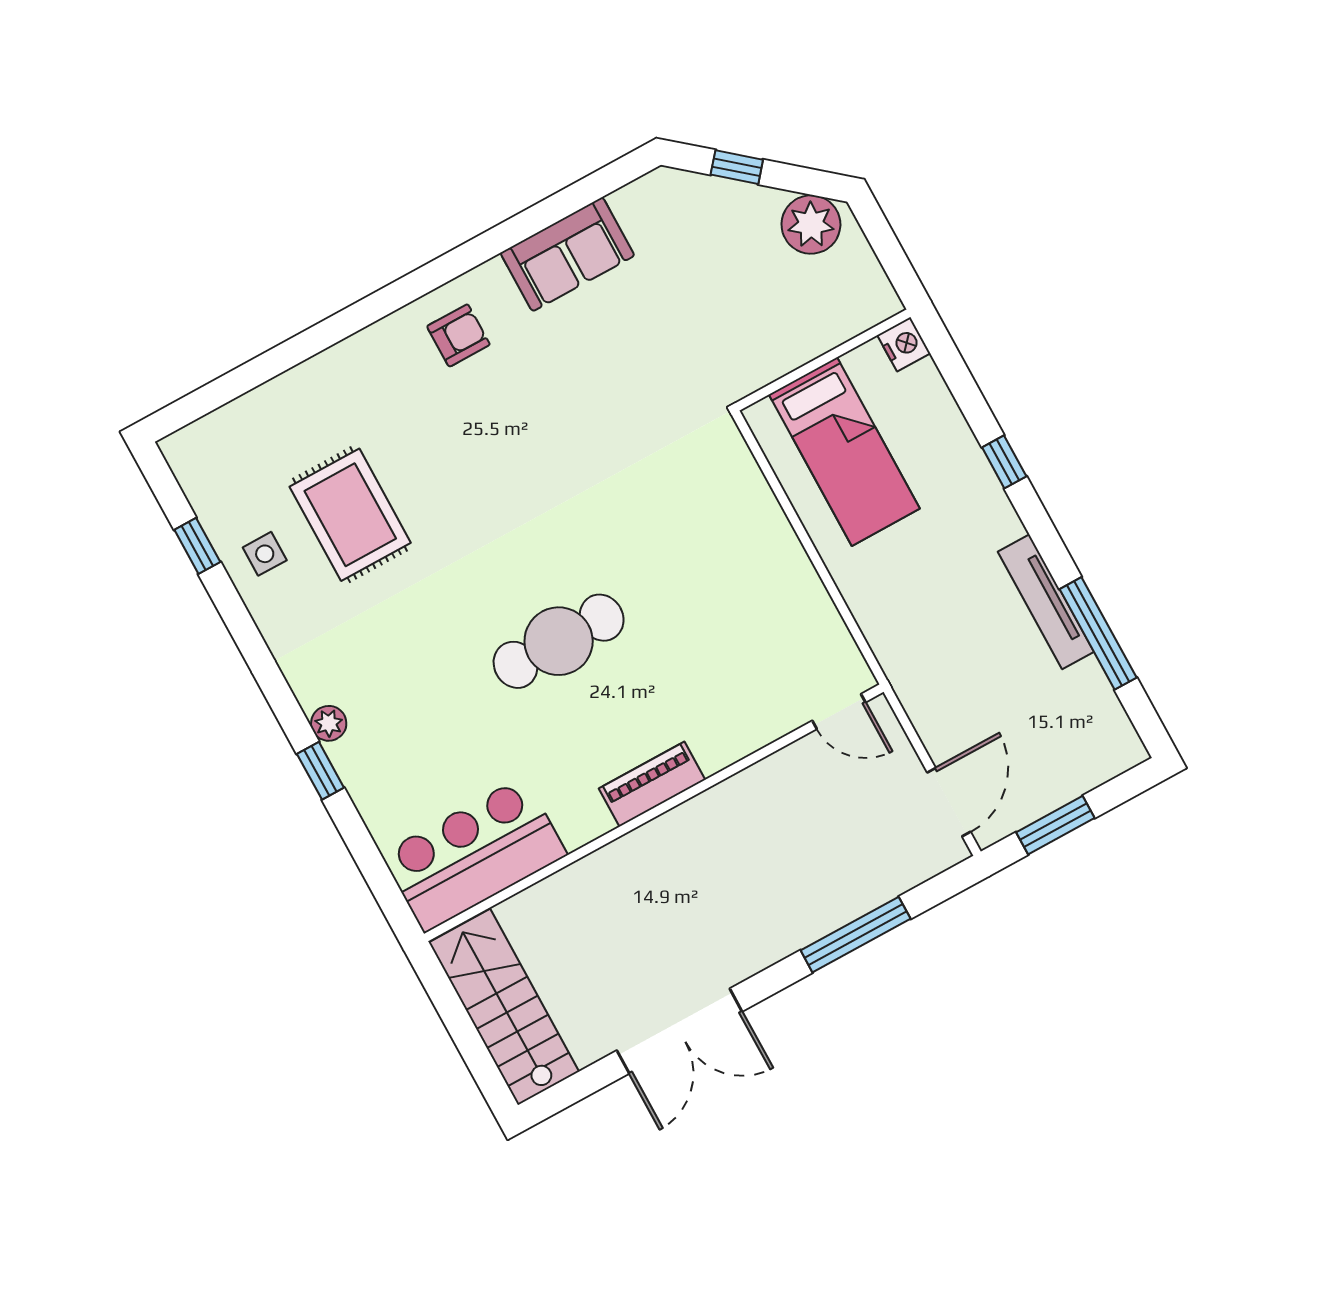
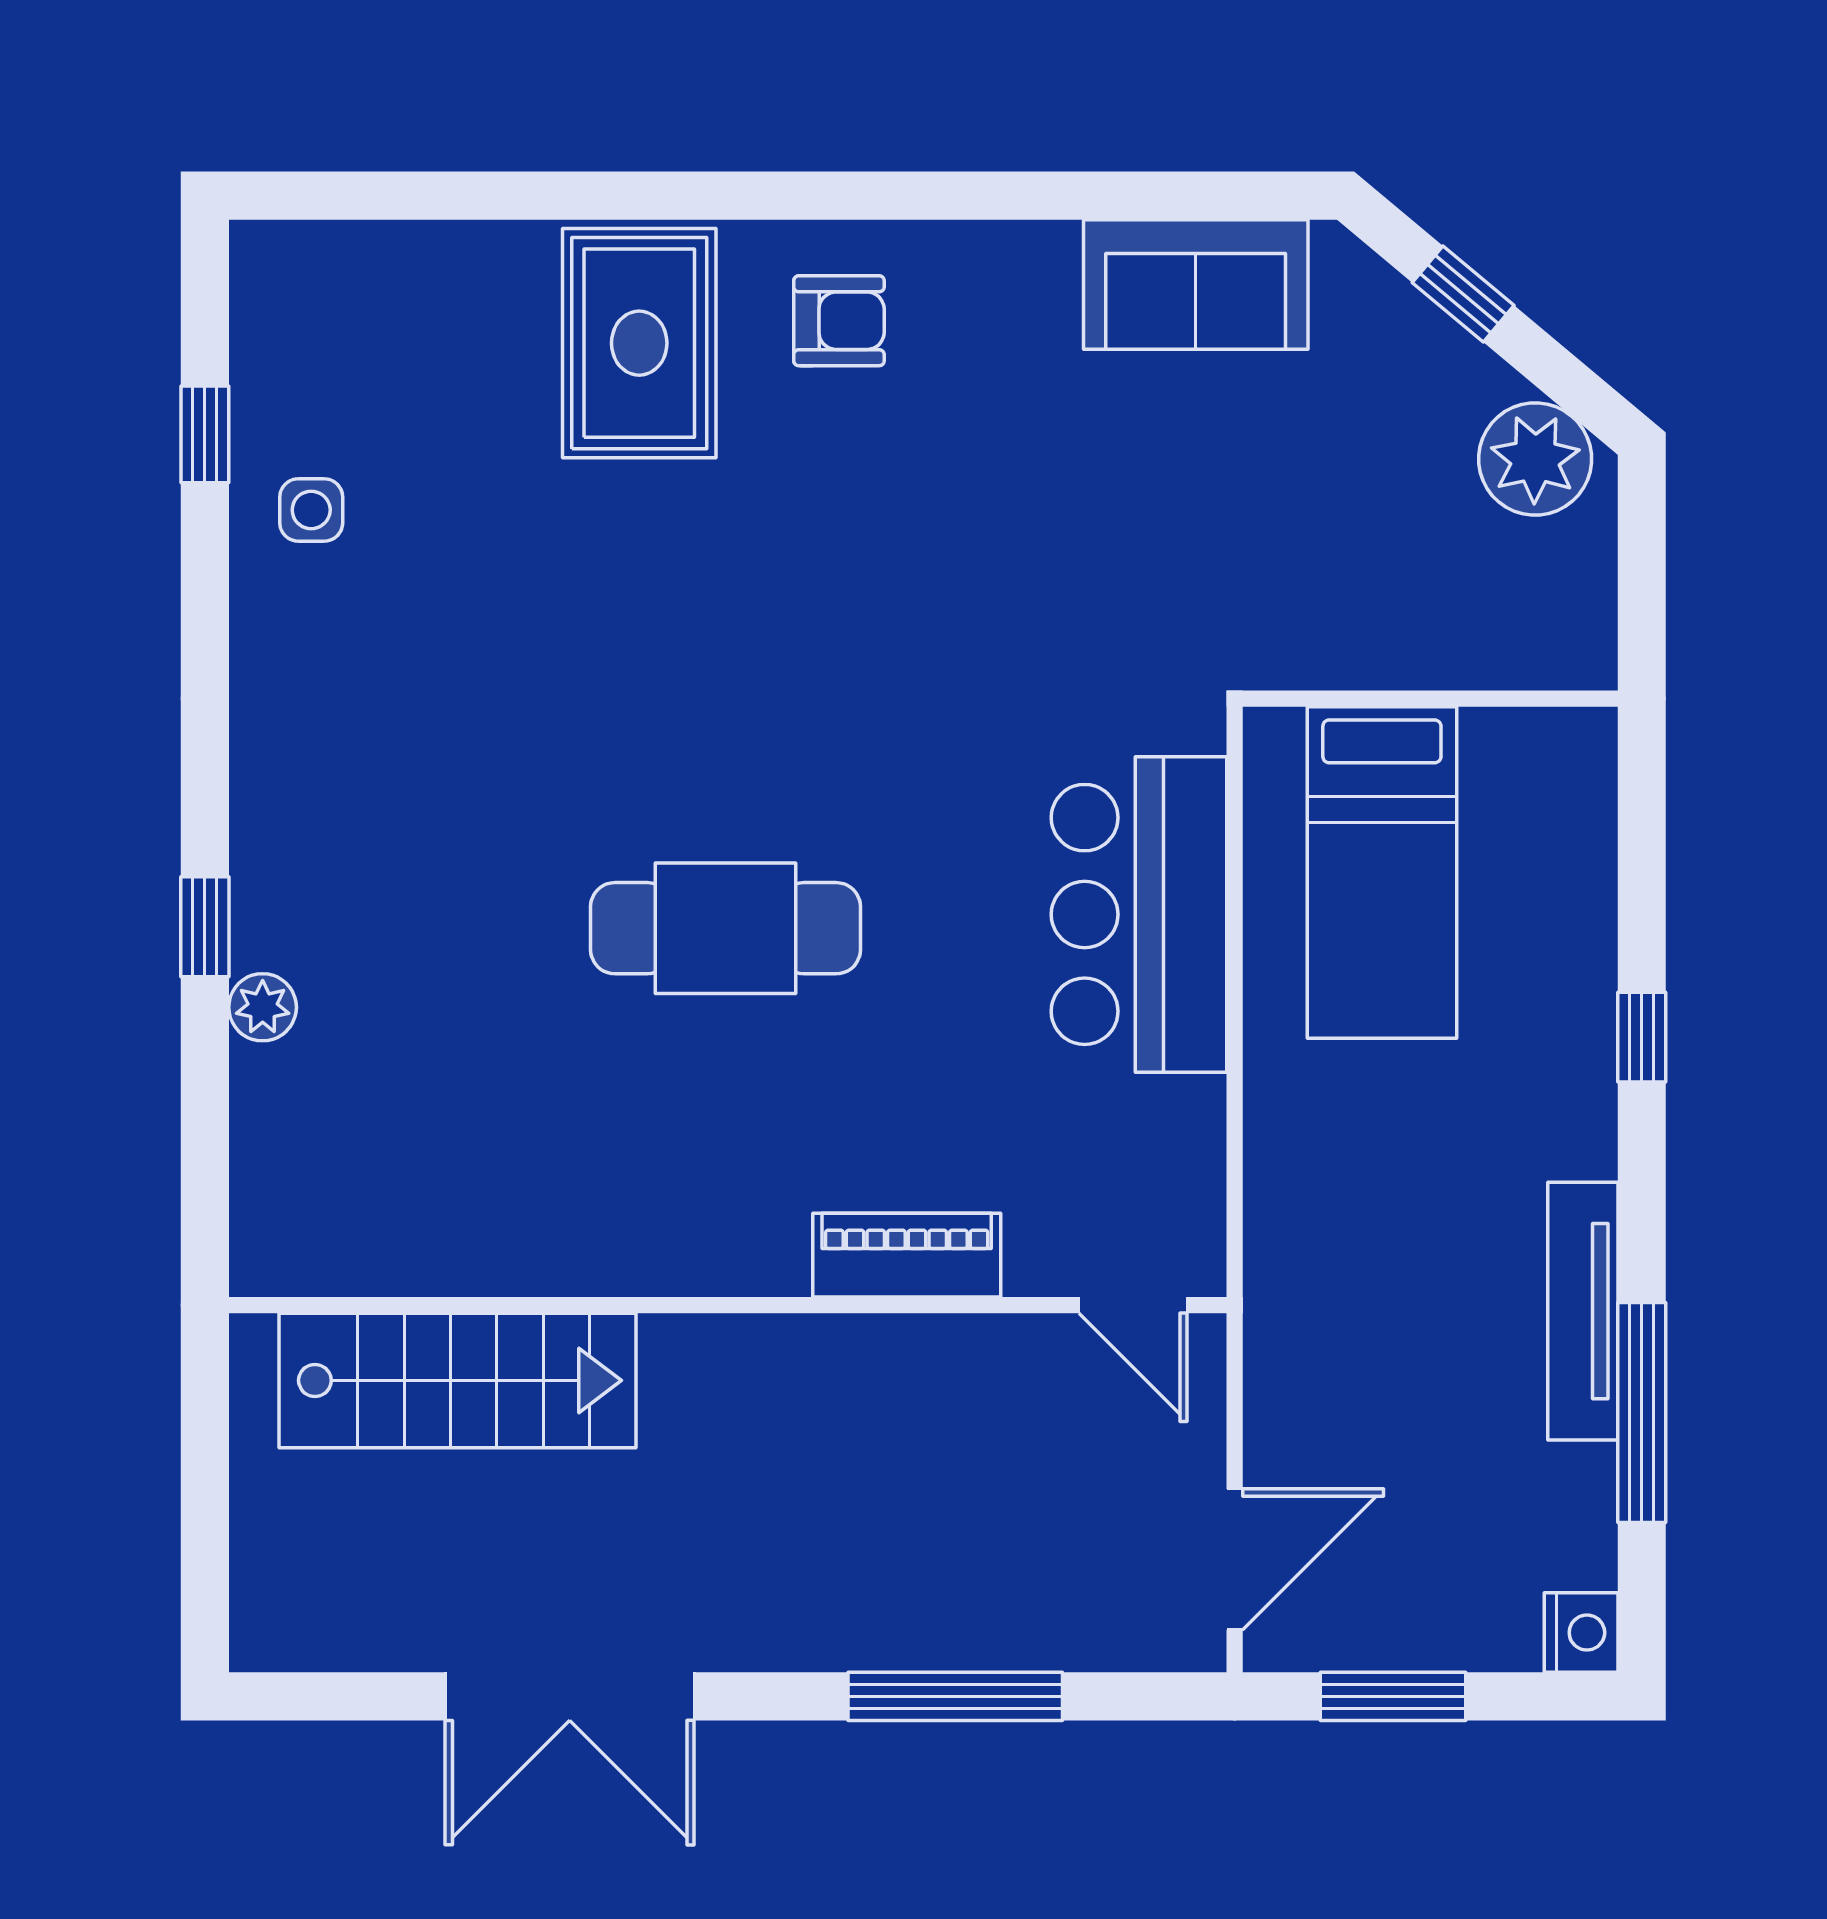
sofa: (567, 254) -> (1196, 284), moved
nightstand: (904, 344) -> (1581, 1633), moved
rug: (350, 515) -> (639, 343), moved
plant: (329, 723) -> (263, 1007), moved
piano: (652, 784) -> (907, 1255), moved
bar counter: (474, 854) -> (1139, 914), moved, turned -90
stairs: (504, 1007) -> (458, 1380), moved, turned 90

